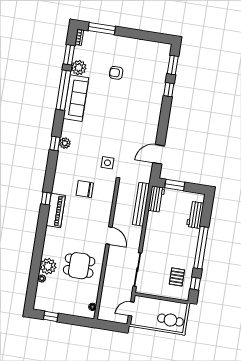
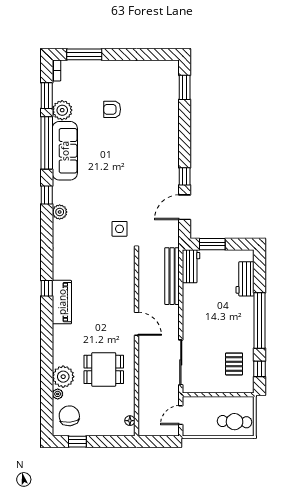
window: (169, 90) -> (185, 176), moved
window: (55, 143) -> (47, 195), moved
chair: (85, 189) -> (69, 416), moved, turned 84

